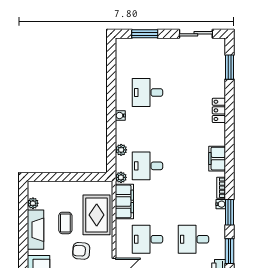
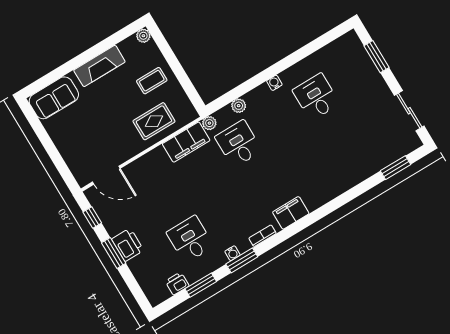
locker: (219, 110) -> (343, 184), removed
plant: (33, 203) -> (143, 36), moved
water cooler: (221, 204) -> (232, 253), moved
rug: (97, 215) -> (154, 121), width x0.73, depth x0.70
coffee table: (65, 223) -> (152, 81), moved
desk: (147, 239) -> (161, 191), removed
armchair: (81, 251) -> (106, 128), removed

